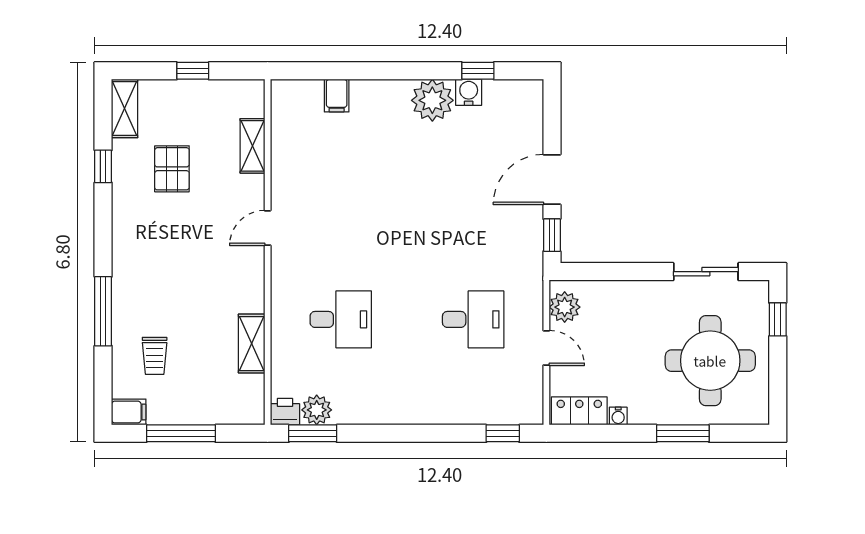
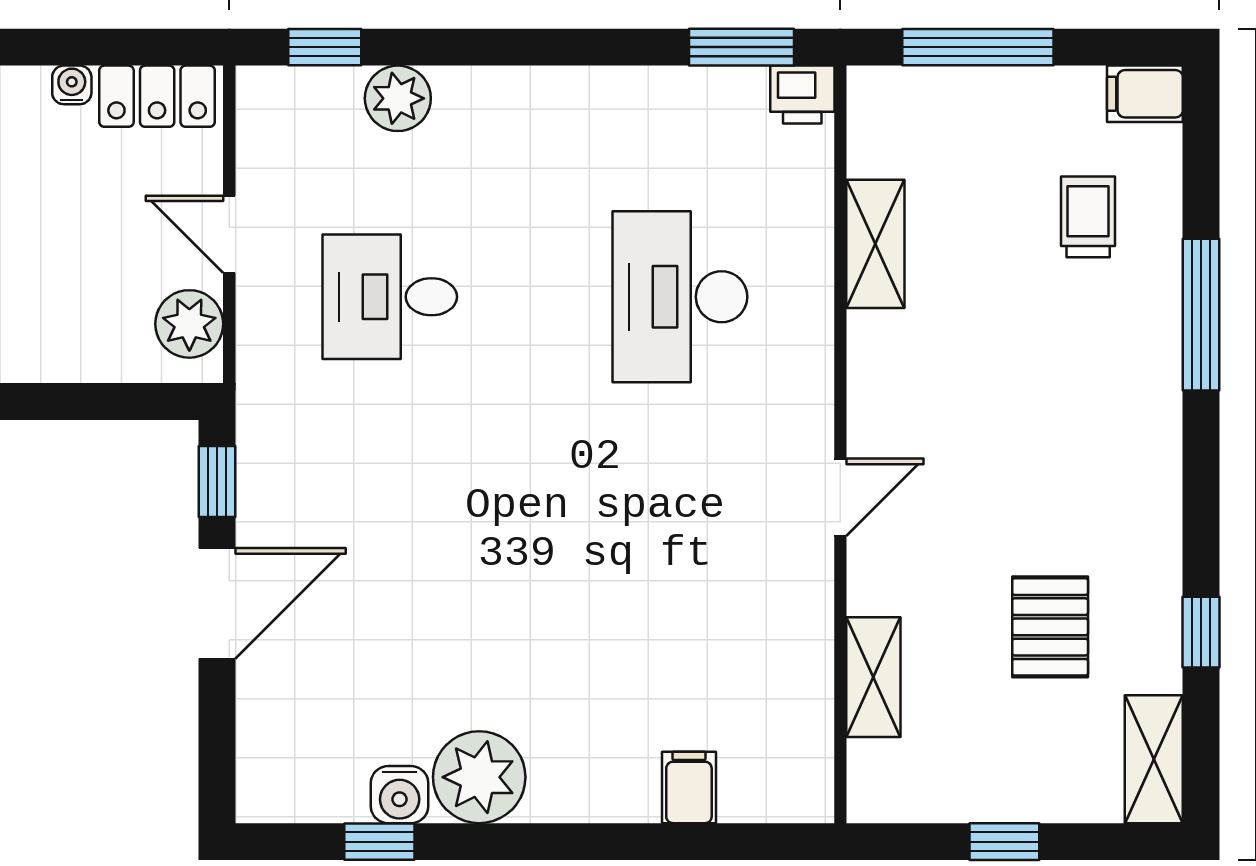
desk: (341, 319) -> (680, 297), width x1.37
plant: (317, 410) -> (398, 98), moved
window: (181, 433) -> (978, 47), moved

